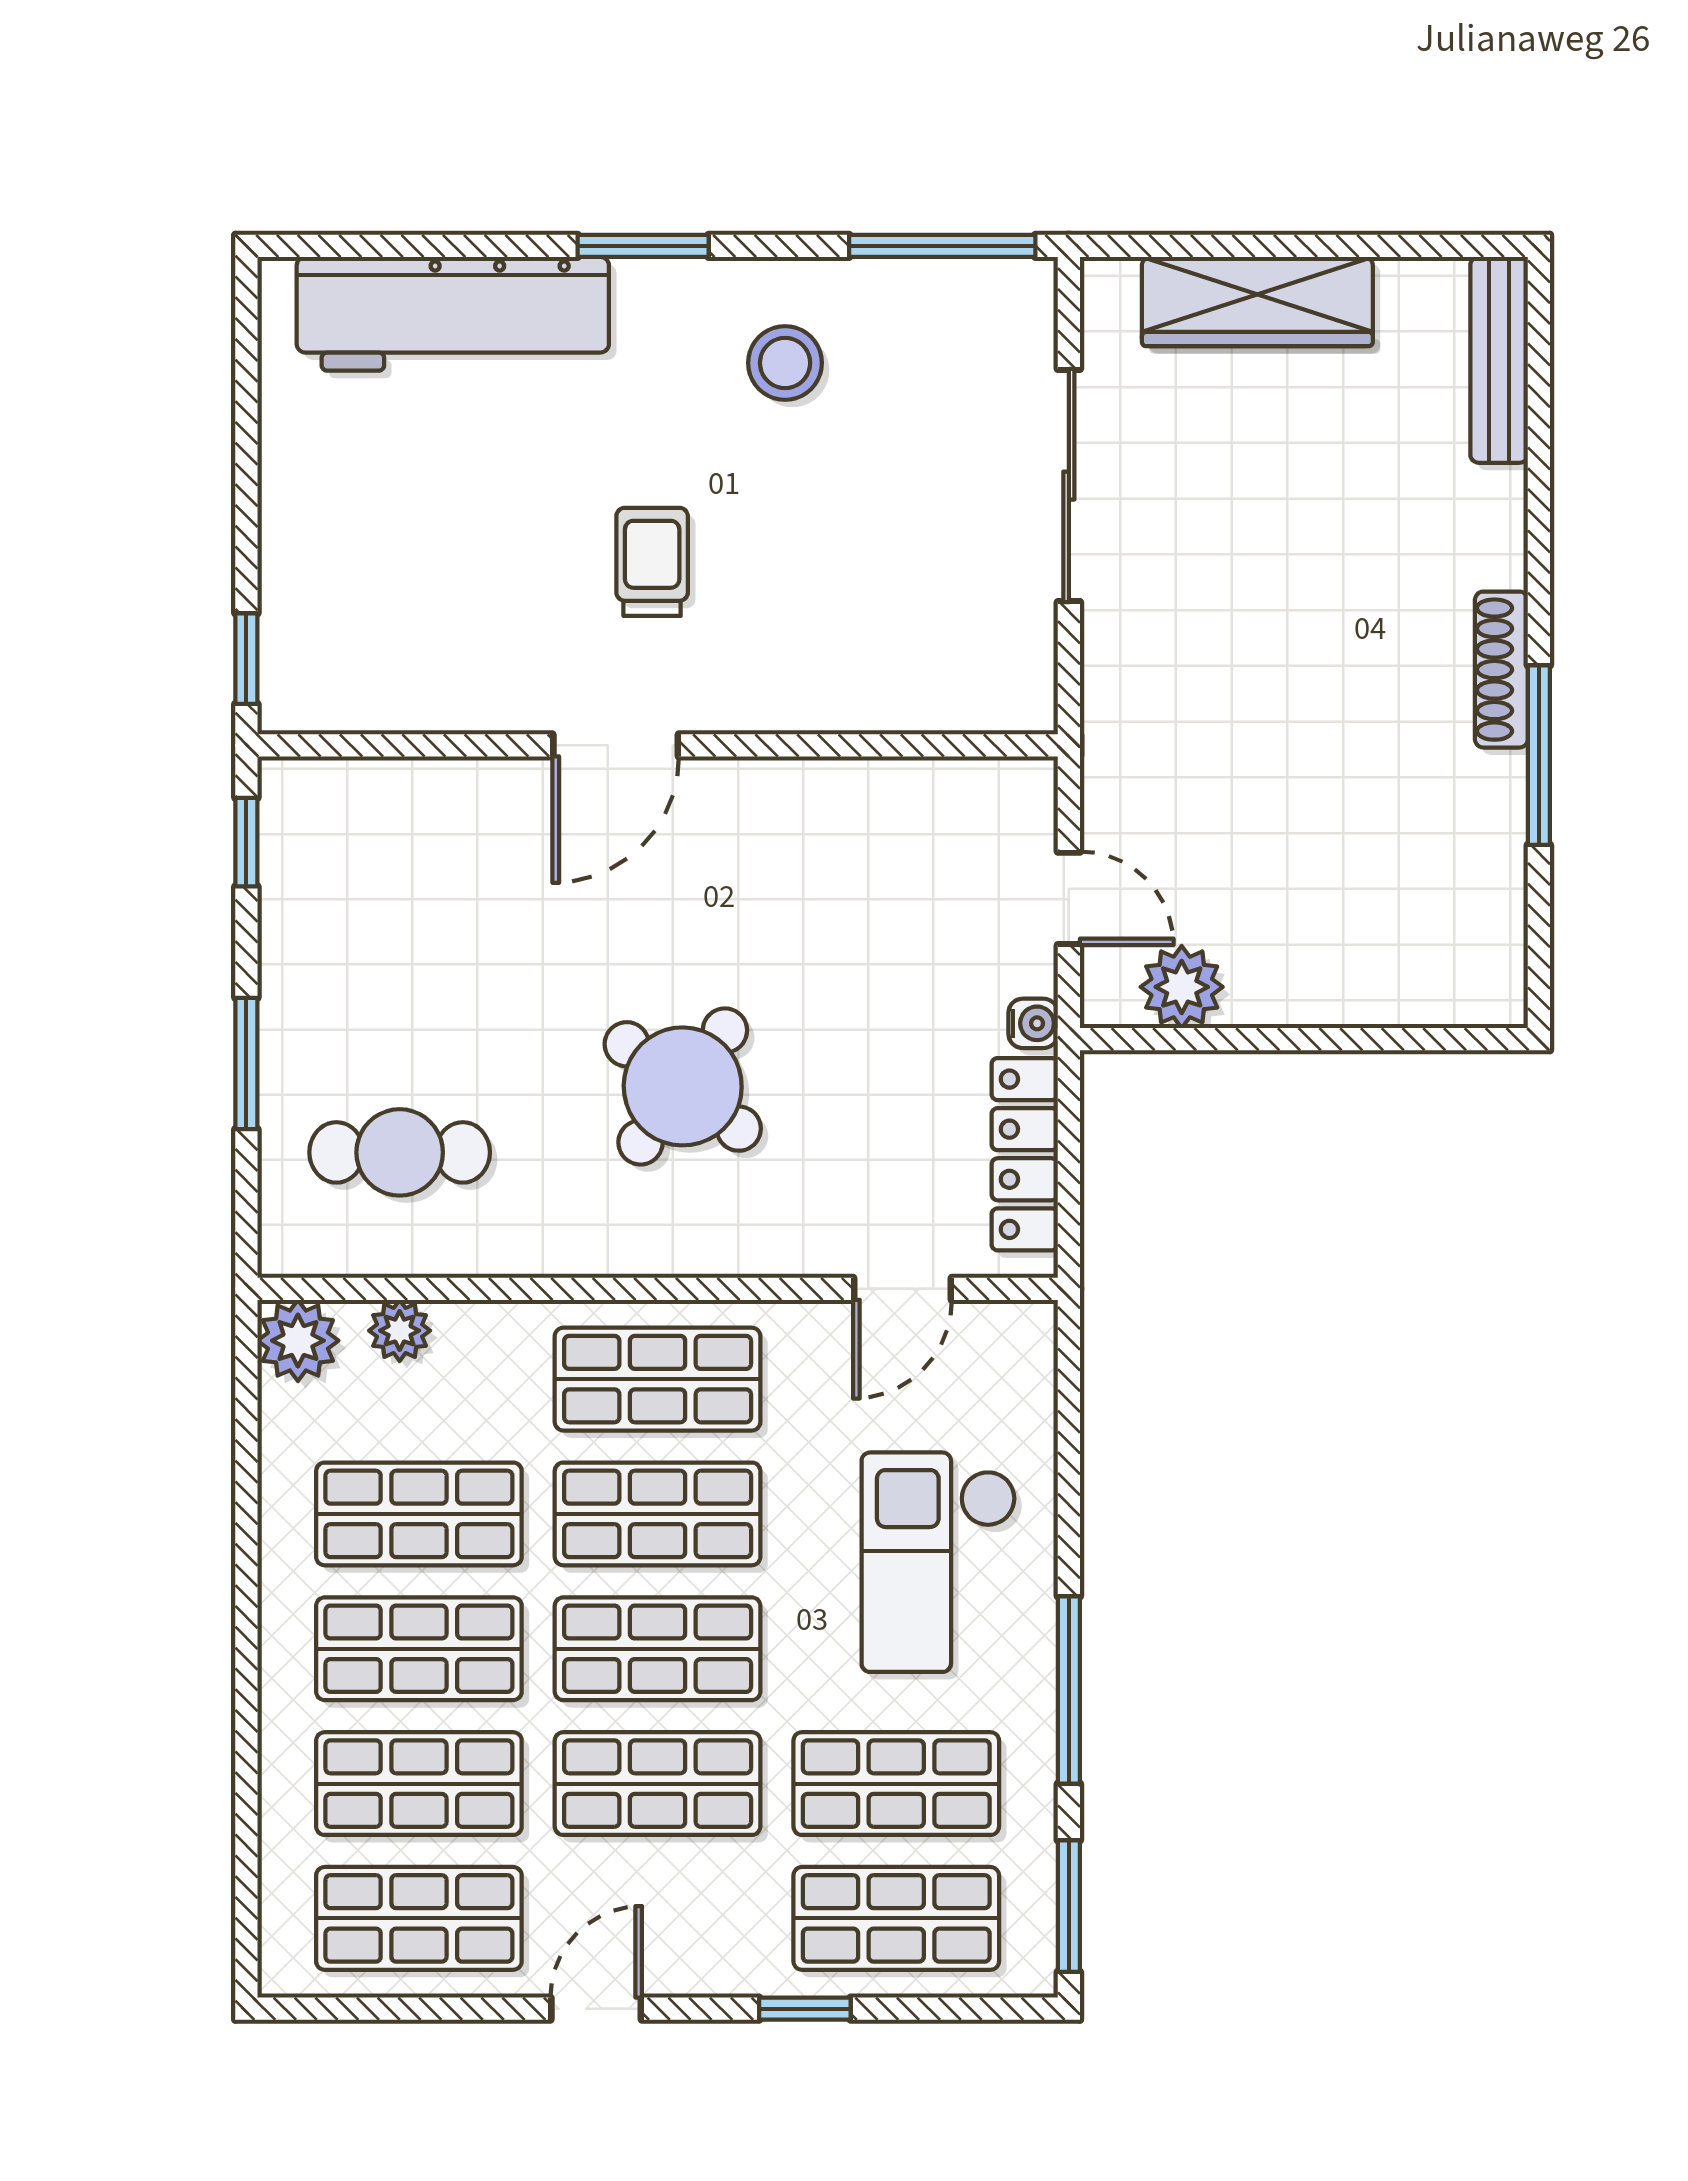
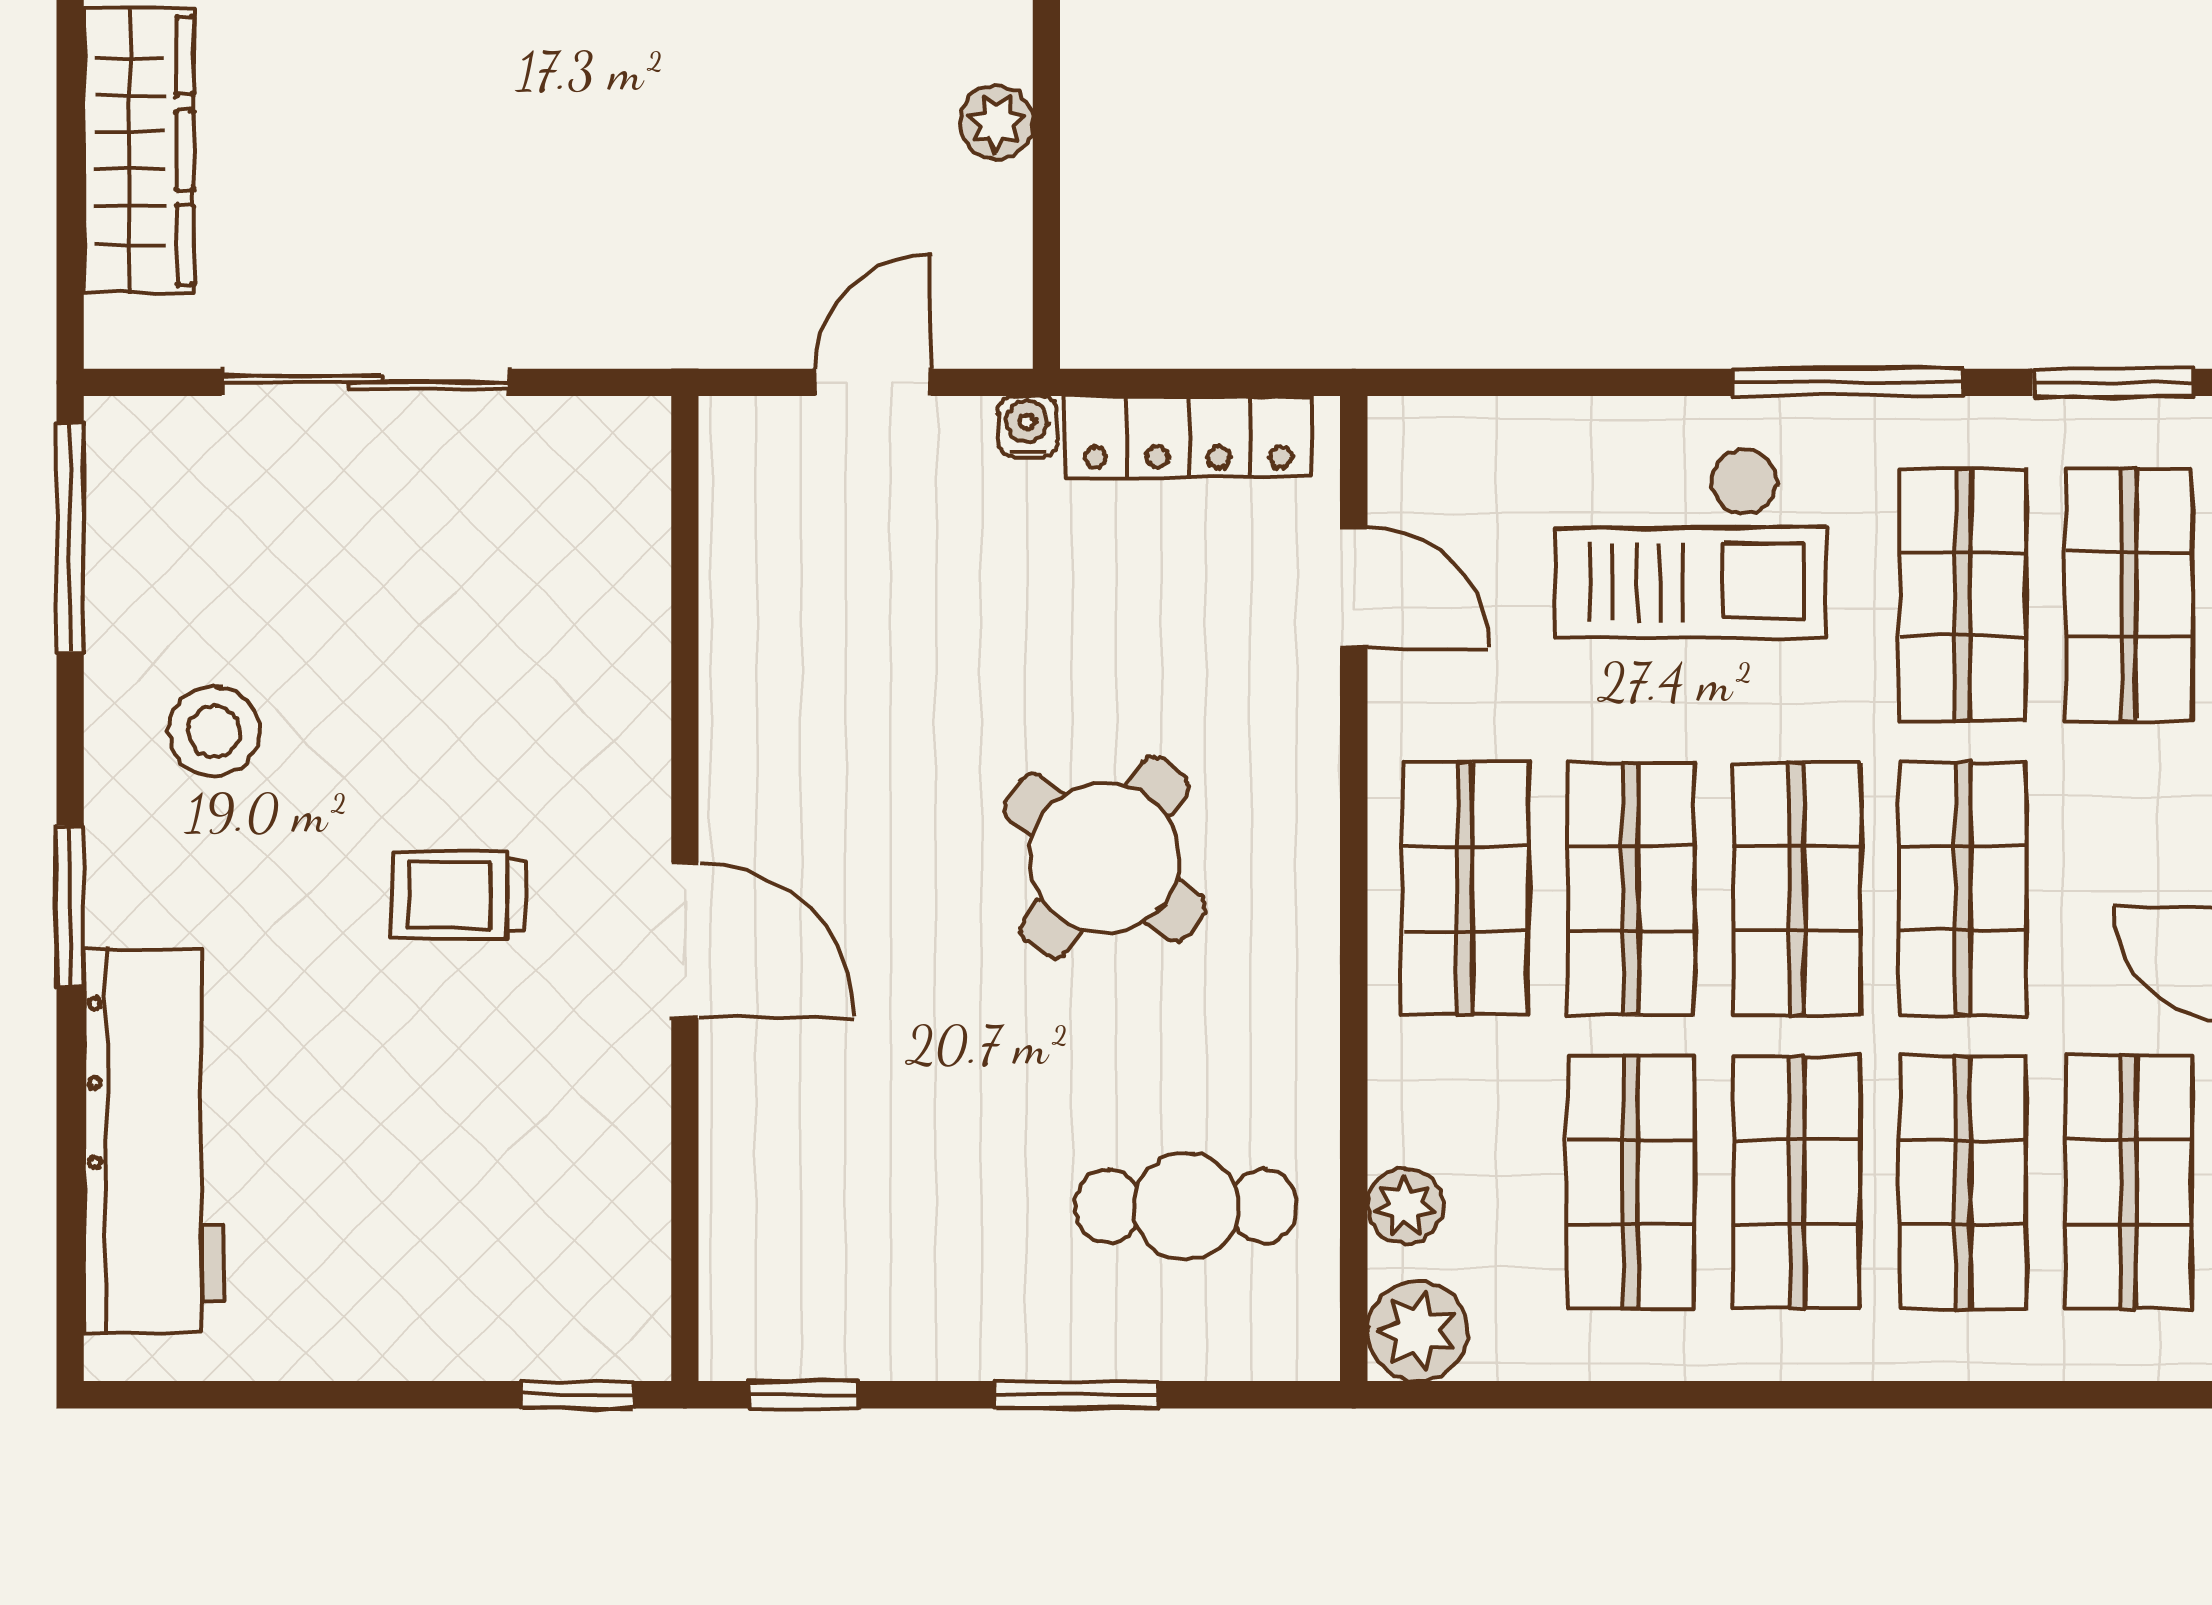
plant: (1182, 987) -> (996, 123), moved, width x0.73, depth x0.73
cafe table: (400, 1152) -> (1186, 1206), turned 90

